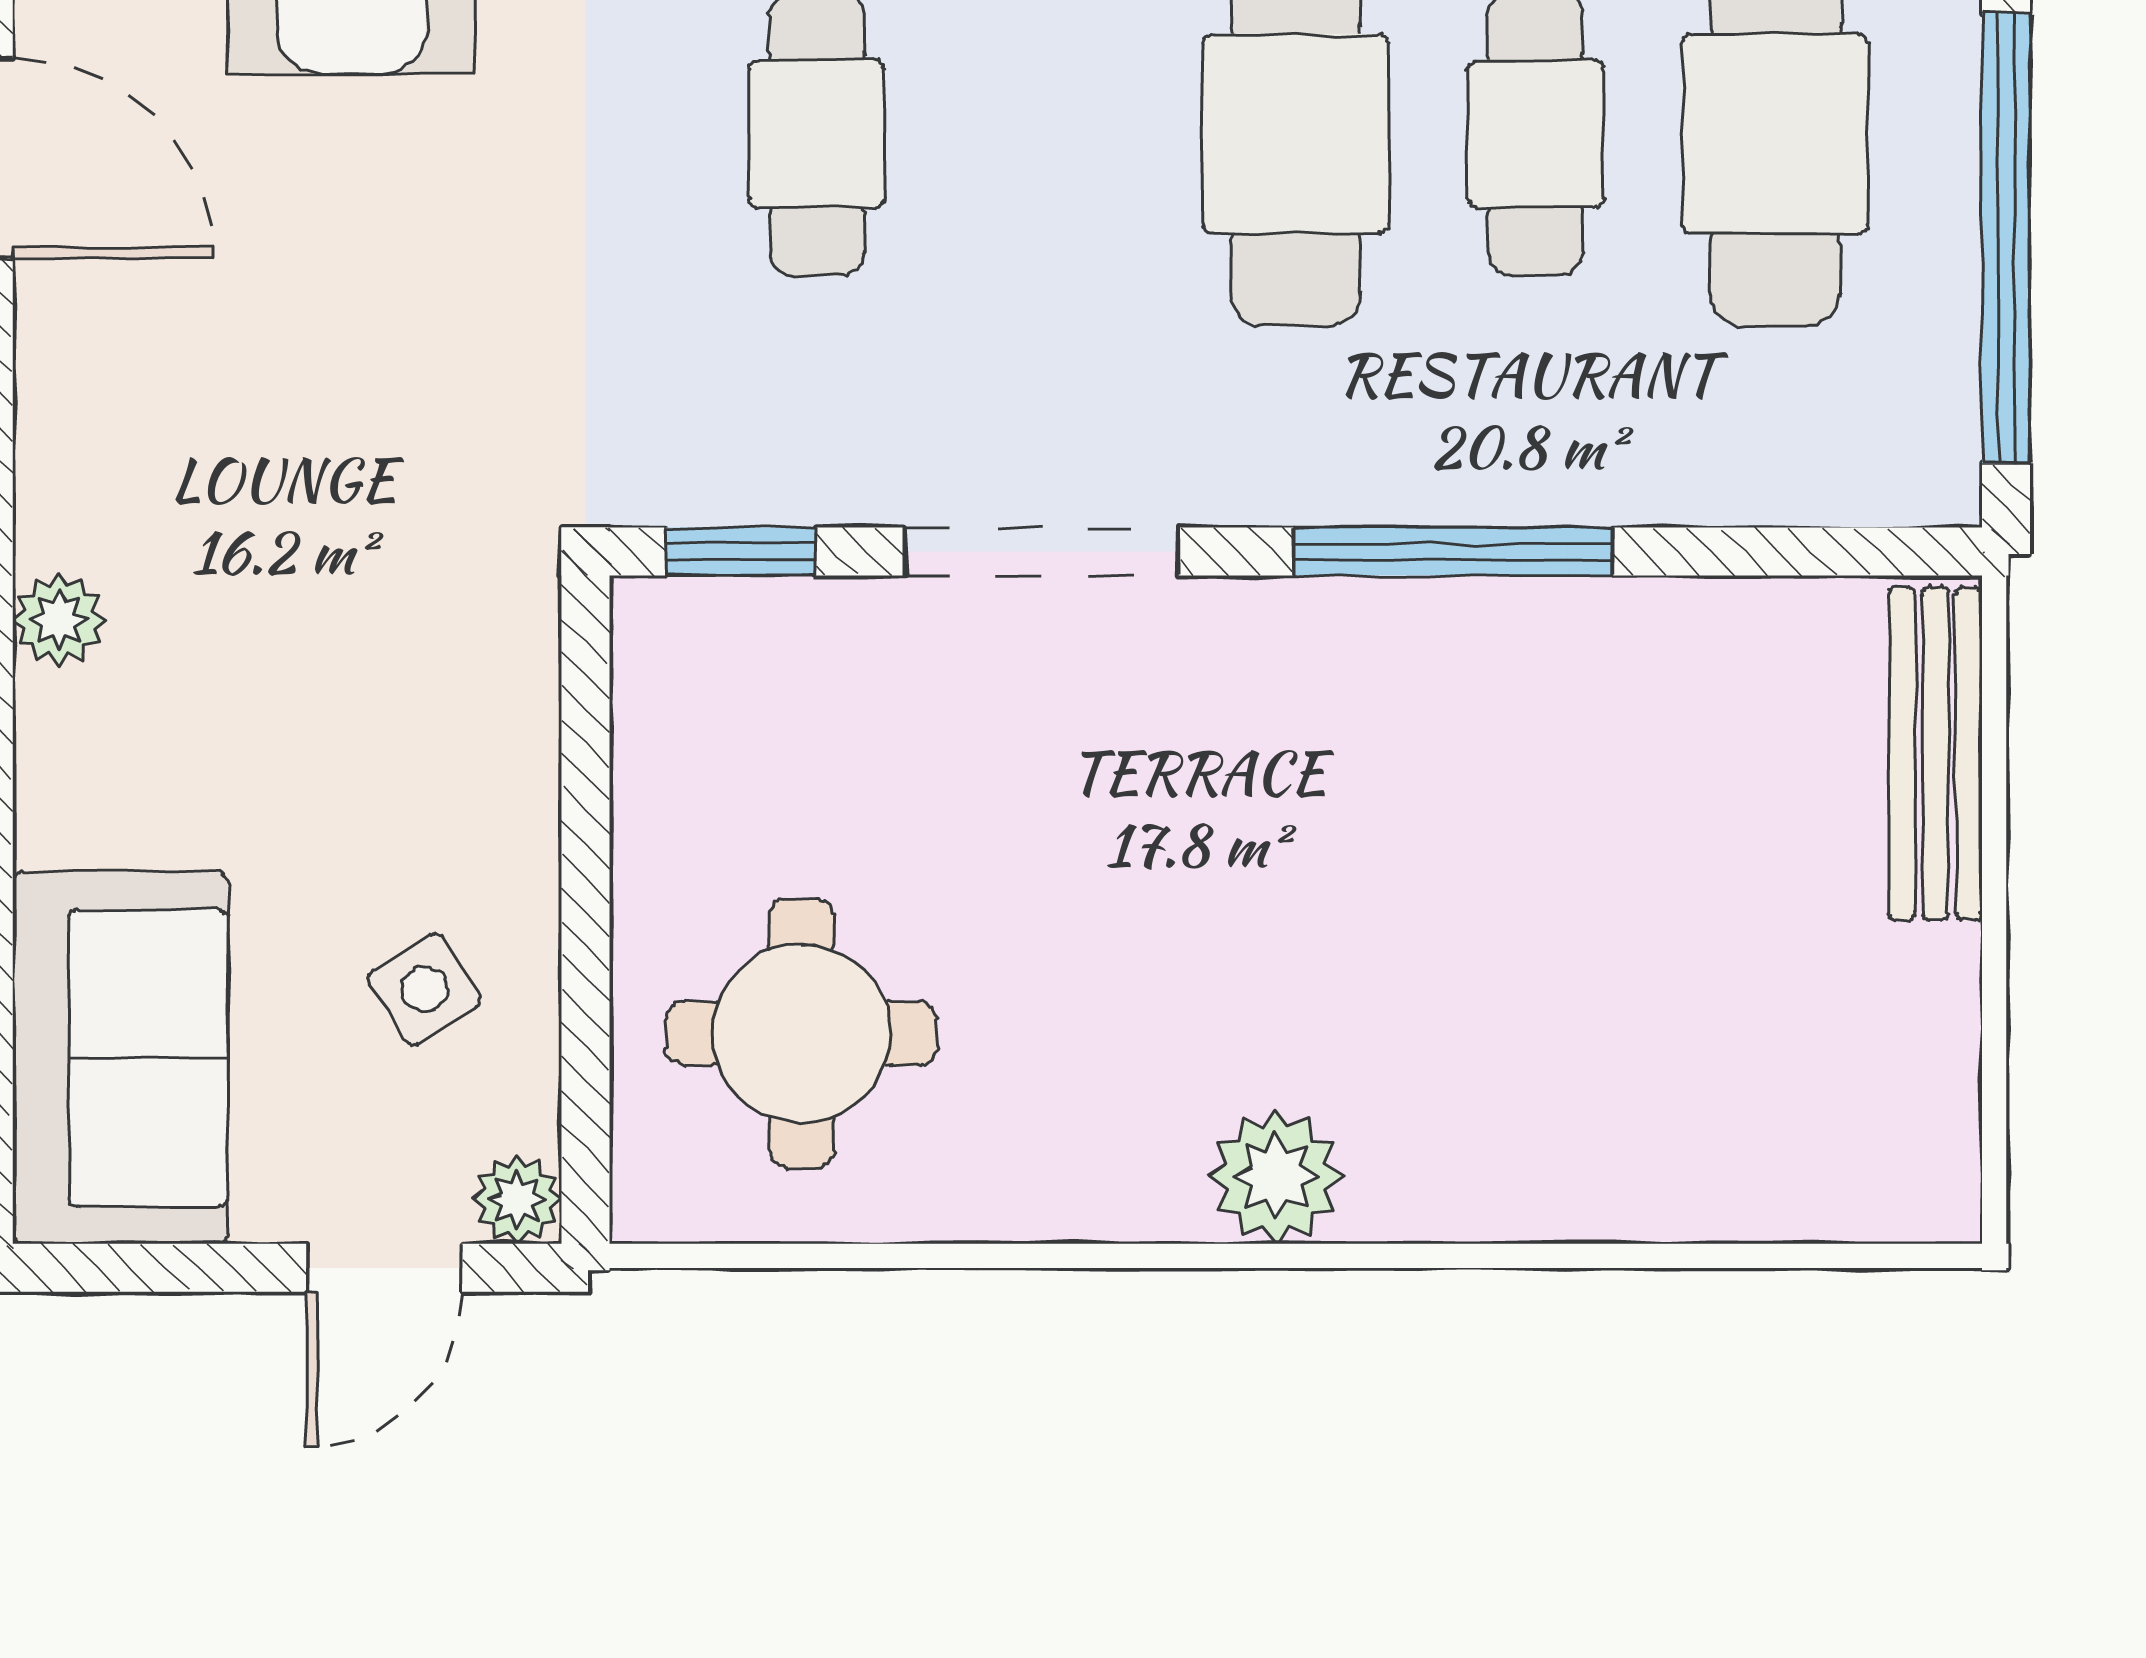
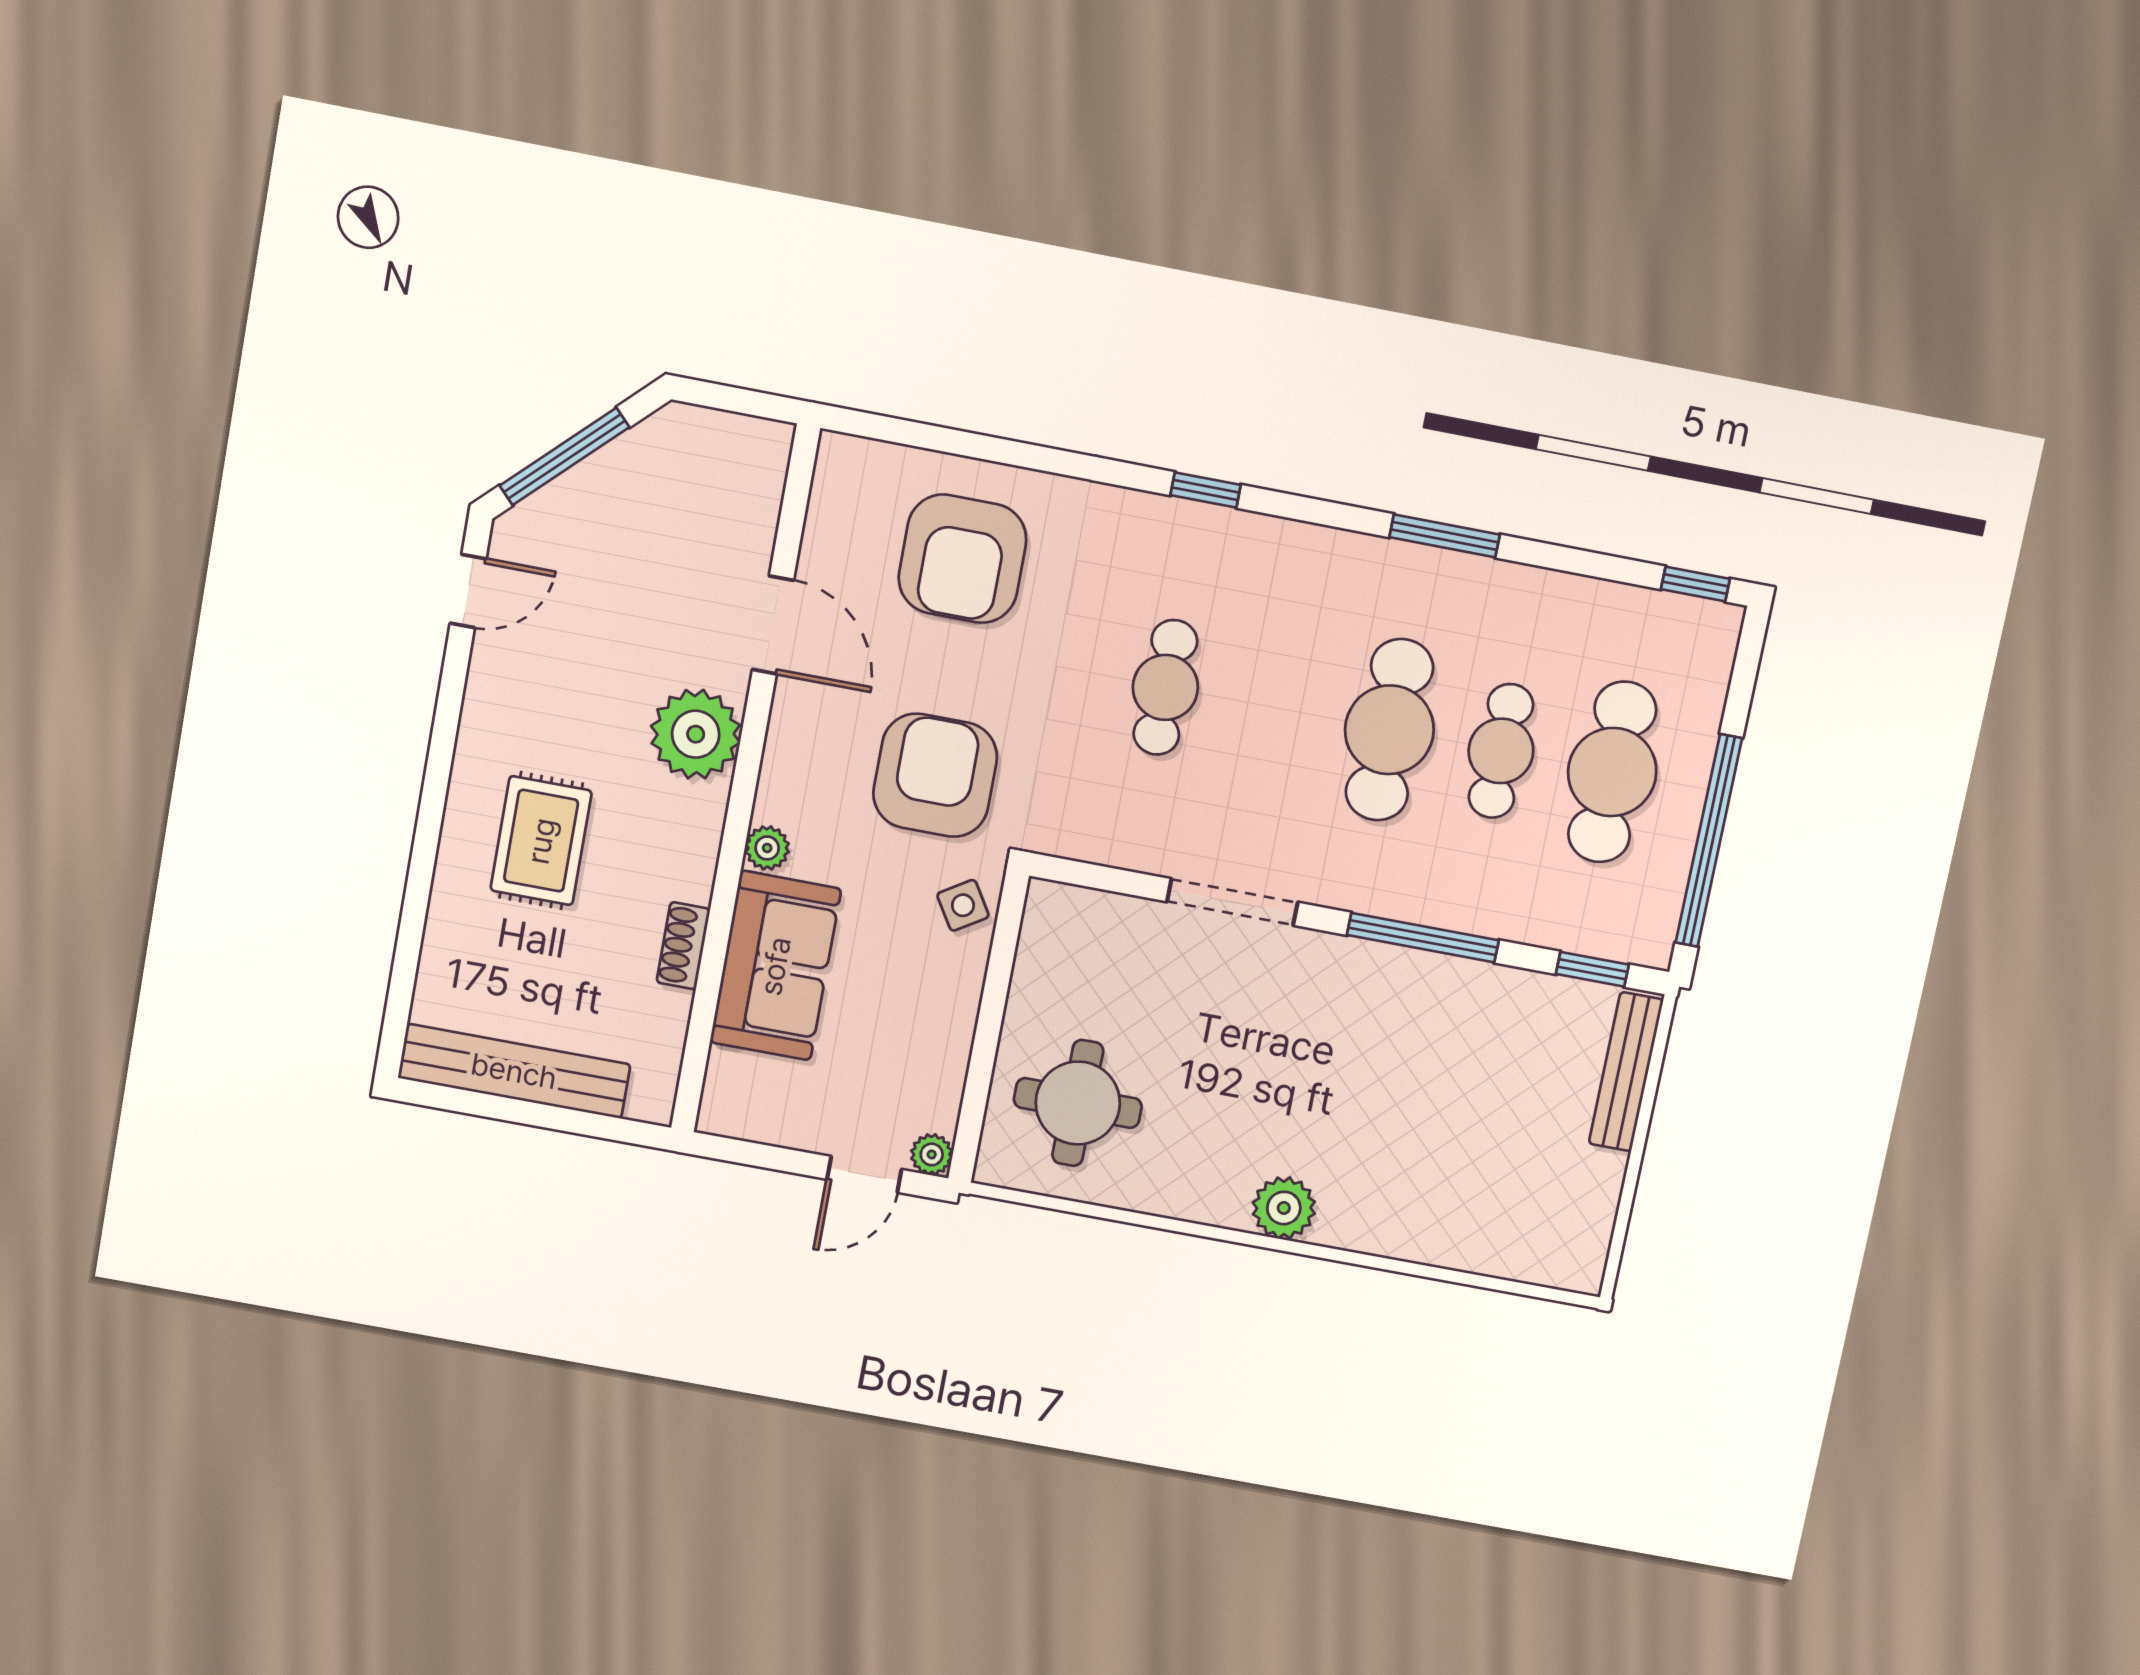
armchair: (377, 404) -> (935, 775), added
window: (741, 552) -> (1592, 969), moved
side table: (424, 989) -> (963, 905), moved
sofa: (120, 1058) -> (775, 966), moved

